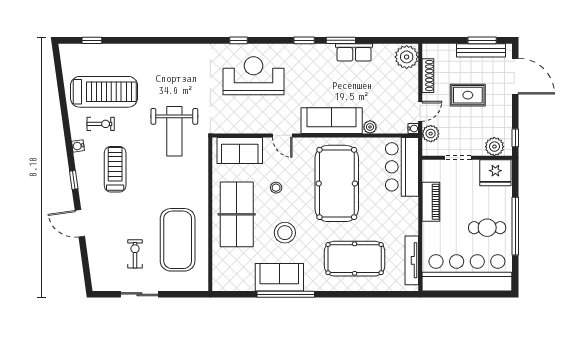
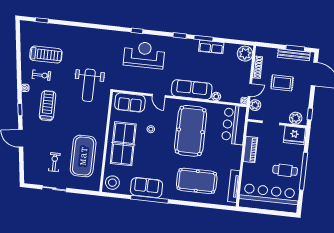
treadmill: (104, 92) -> (46, 55), width x0.73, depth x0.73
stool: (285, 233) -> (112, 183), moved

